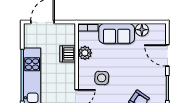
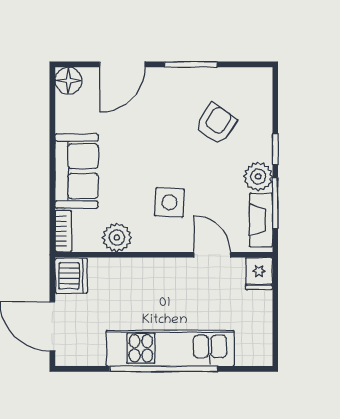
floor lamp: (142, 30) -> (68, 81), moved
dishwasher: (68, 54) -> (71, 276), moved, turned -90

